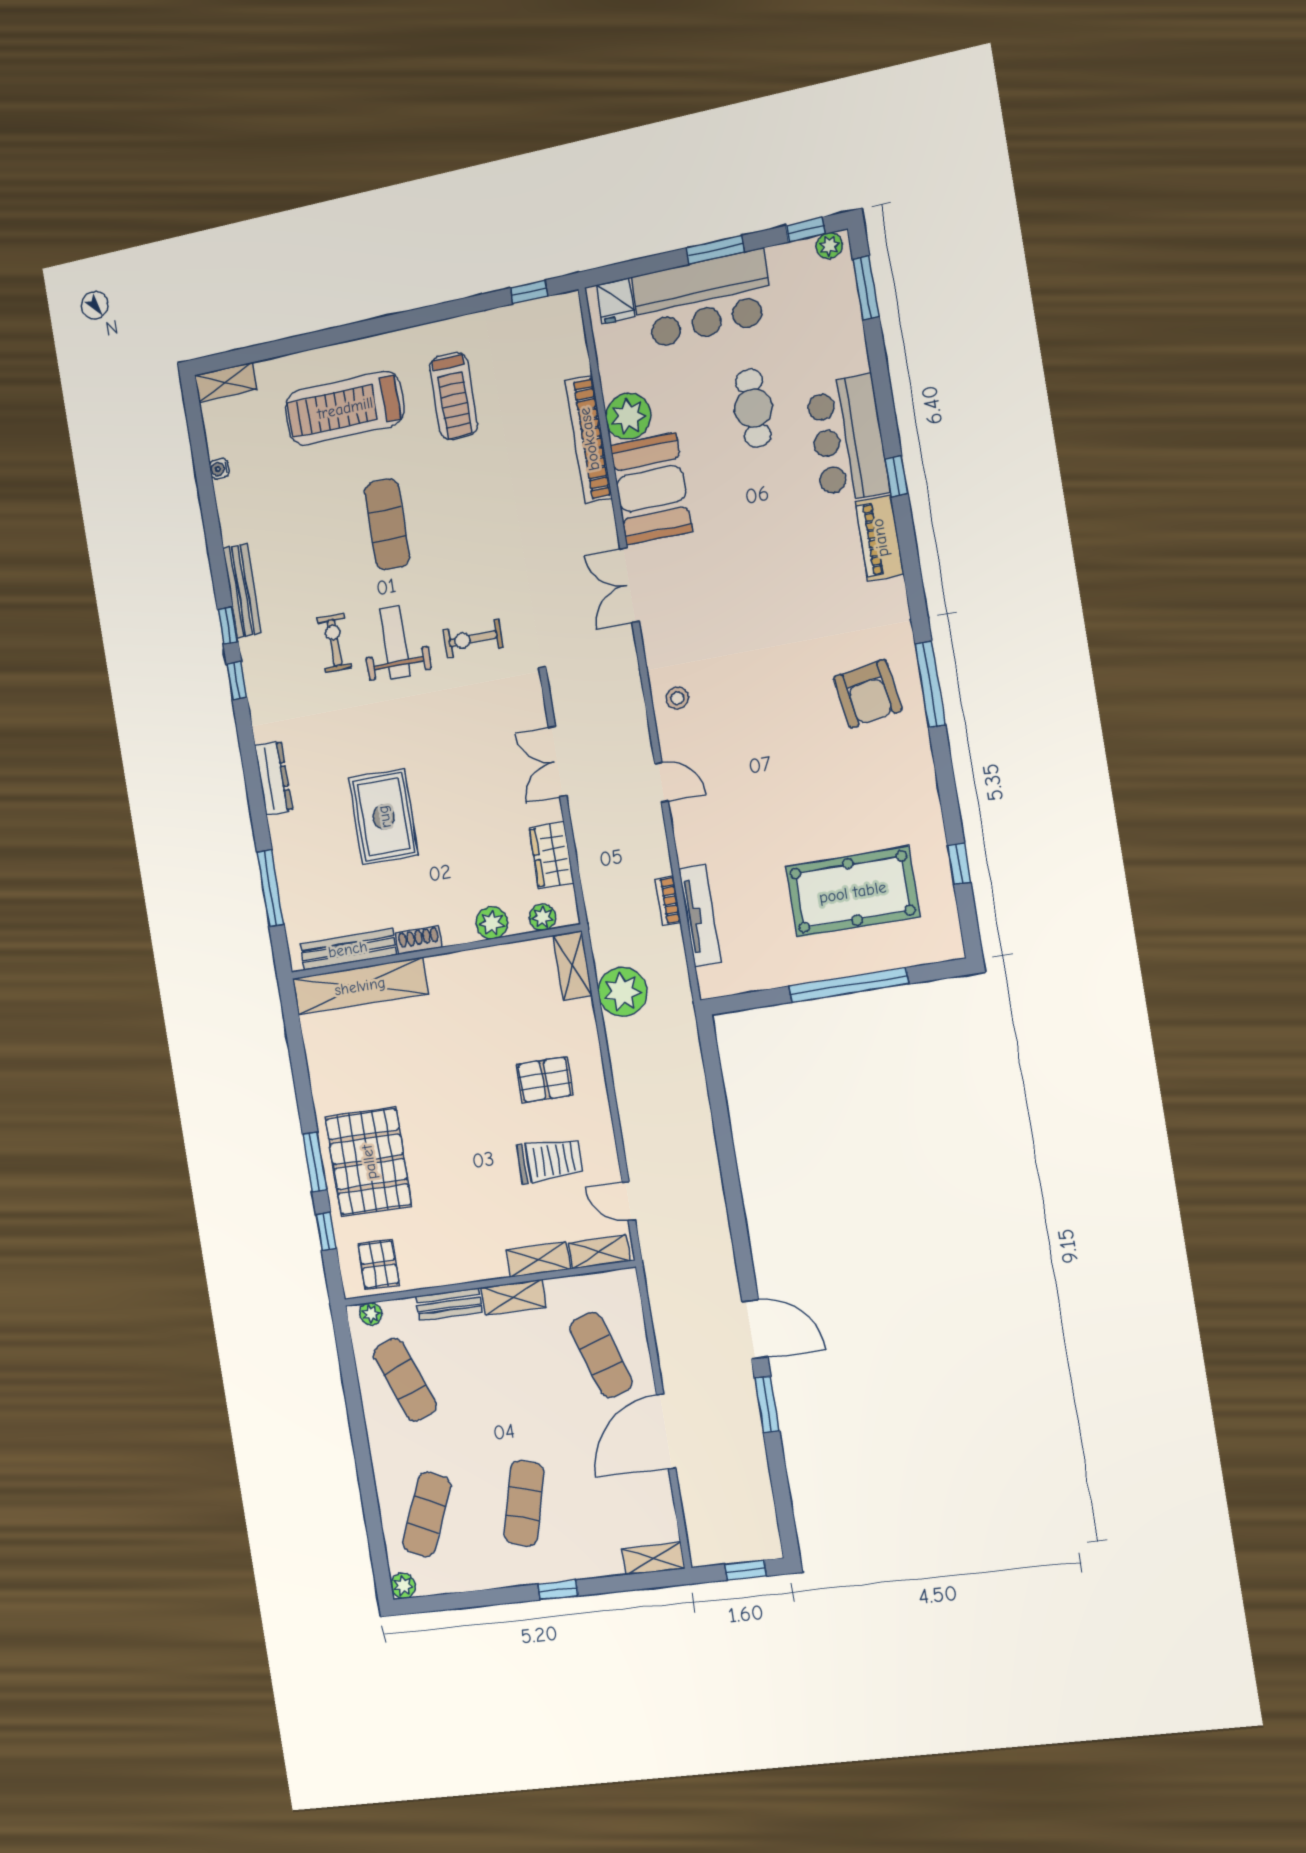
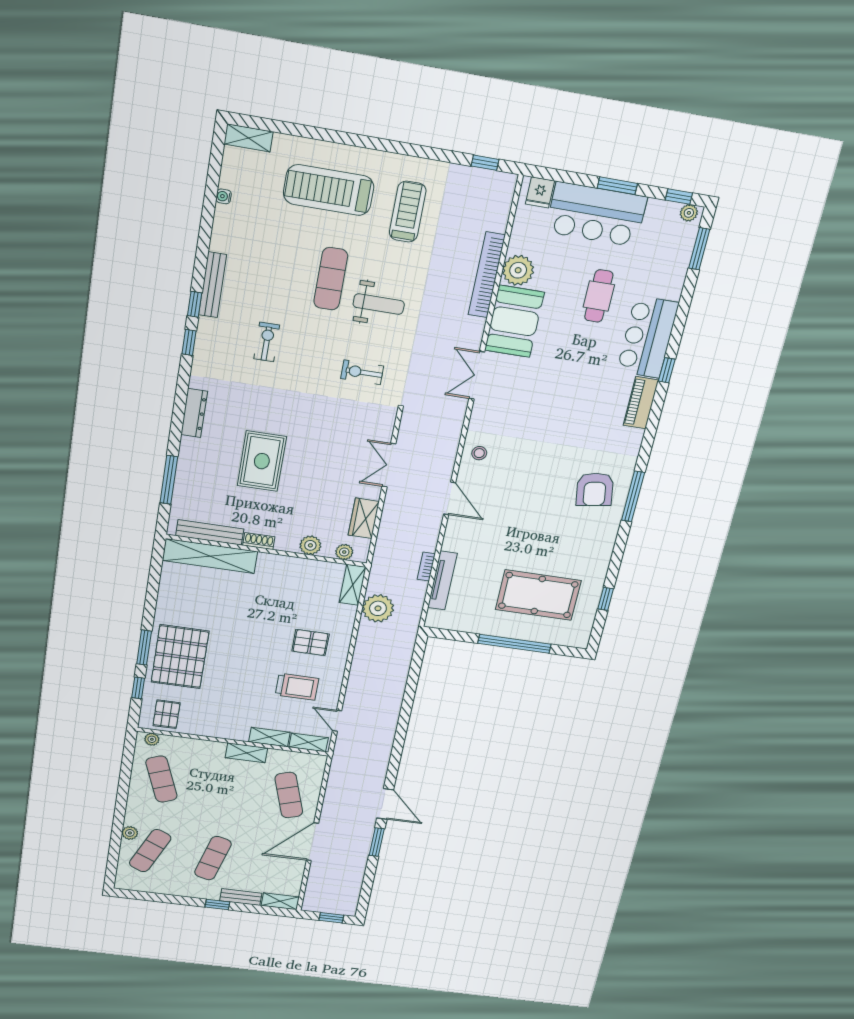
treadmill: (454, 396) -> (408, 212), turned 180
weight bench: (395, 642) -> (379, 304), moved, turned 90
door: (661, 782) -> (450, 498), width x1.38
bench: (449, 1304) -> (241, 897), moved
plant: (403, 1586) -> (130, 833), moved

